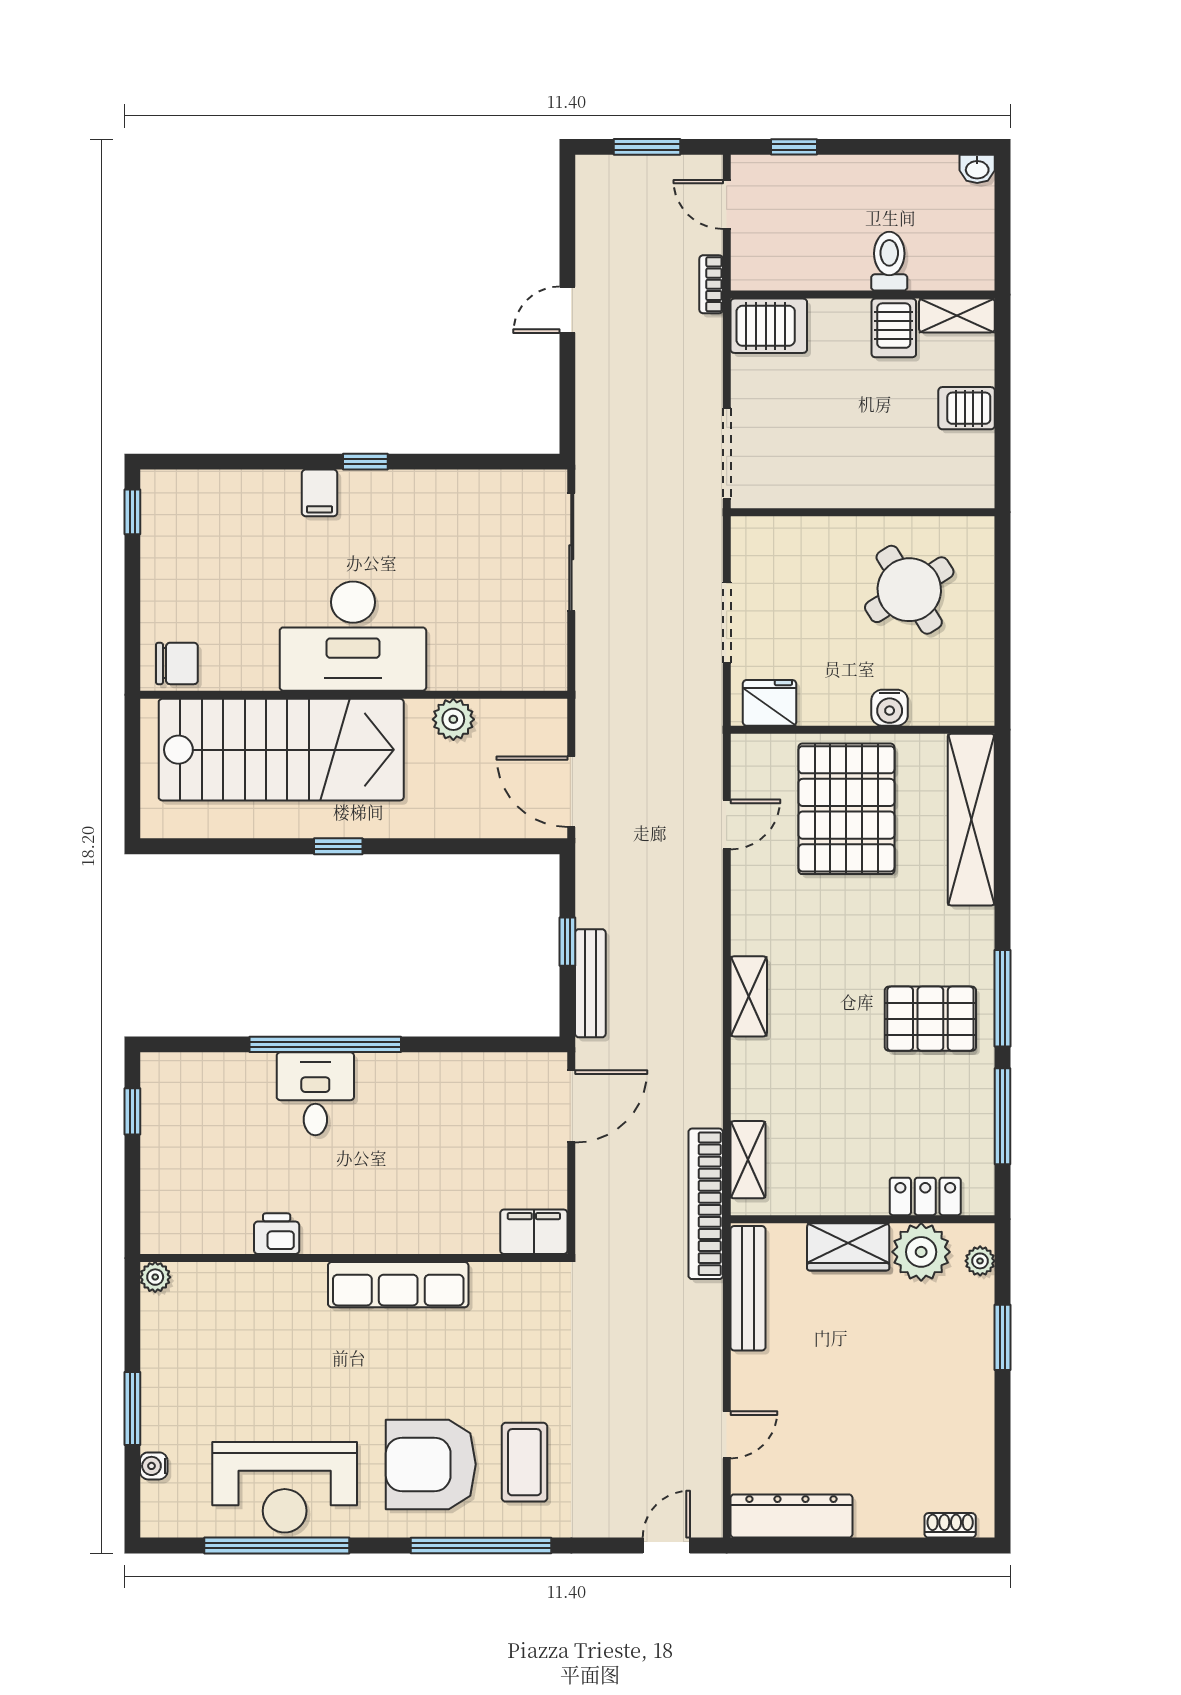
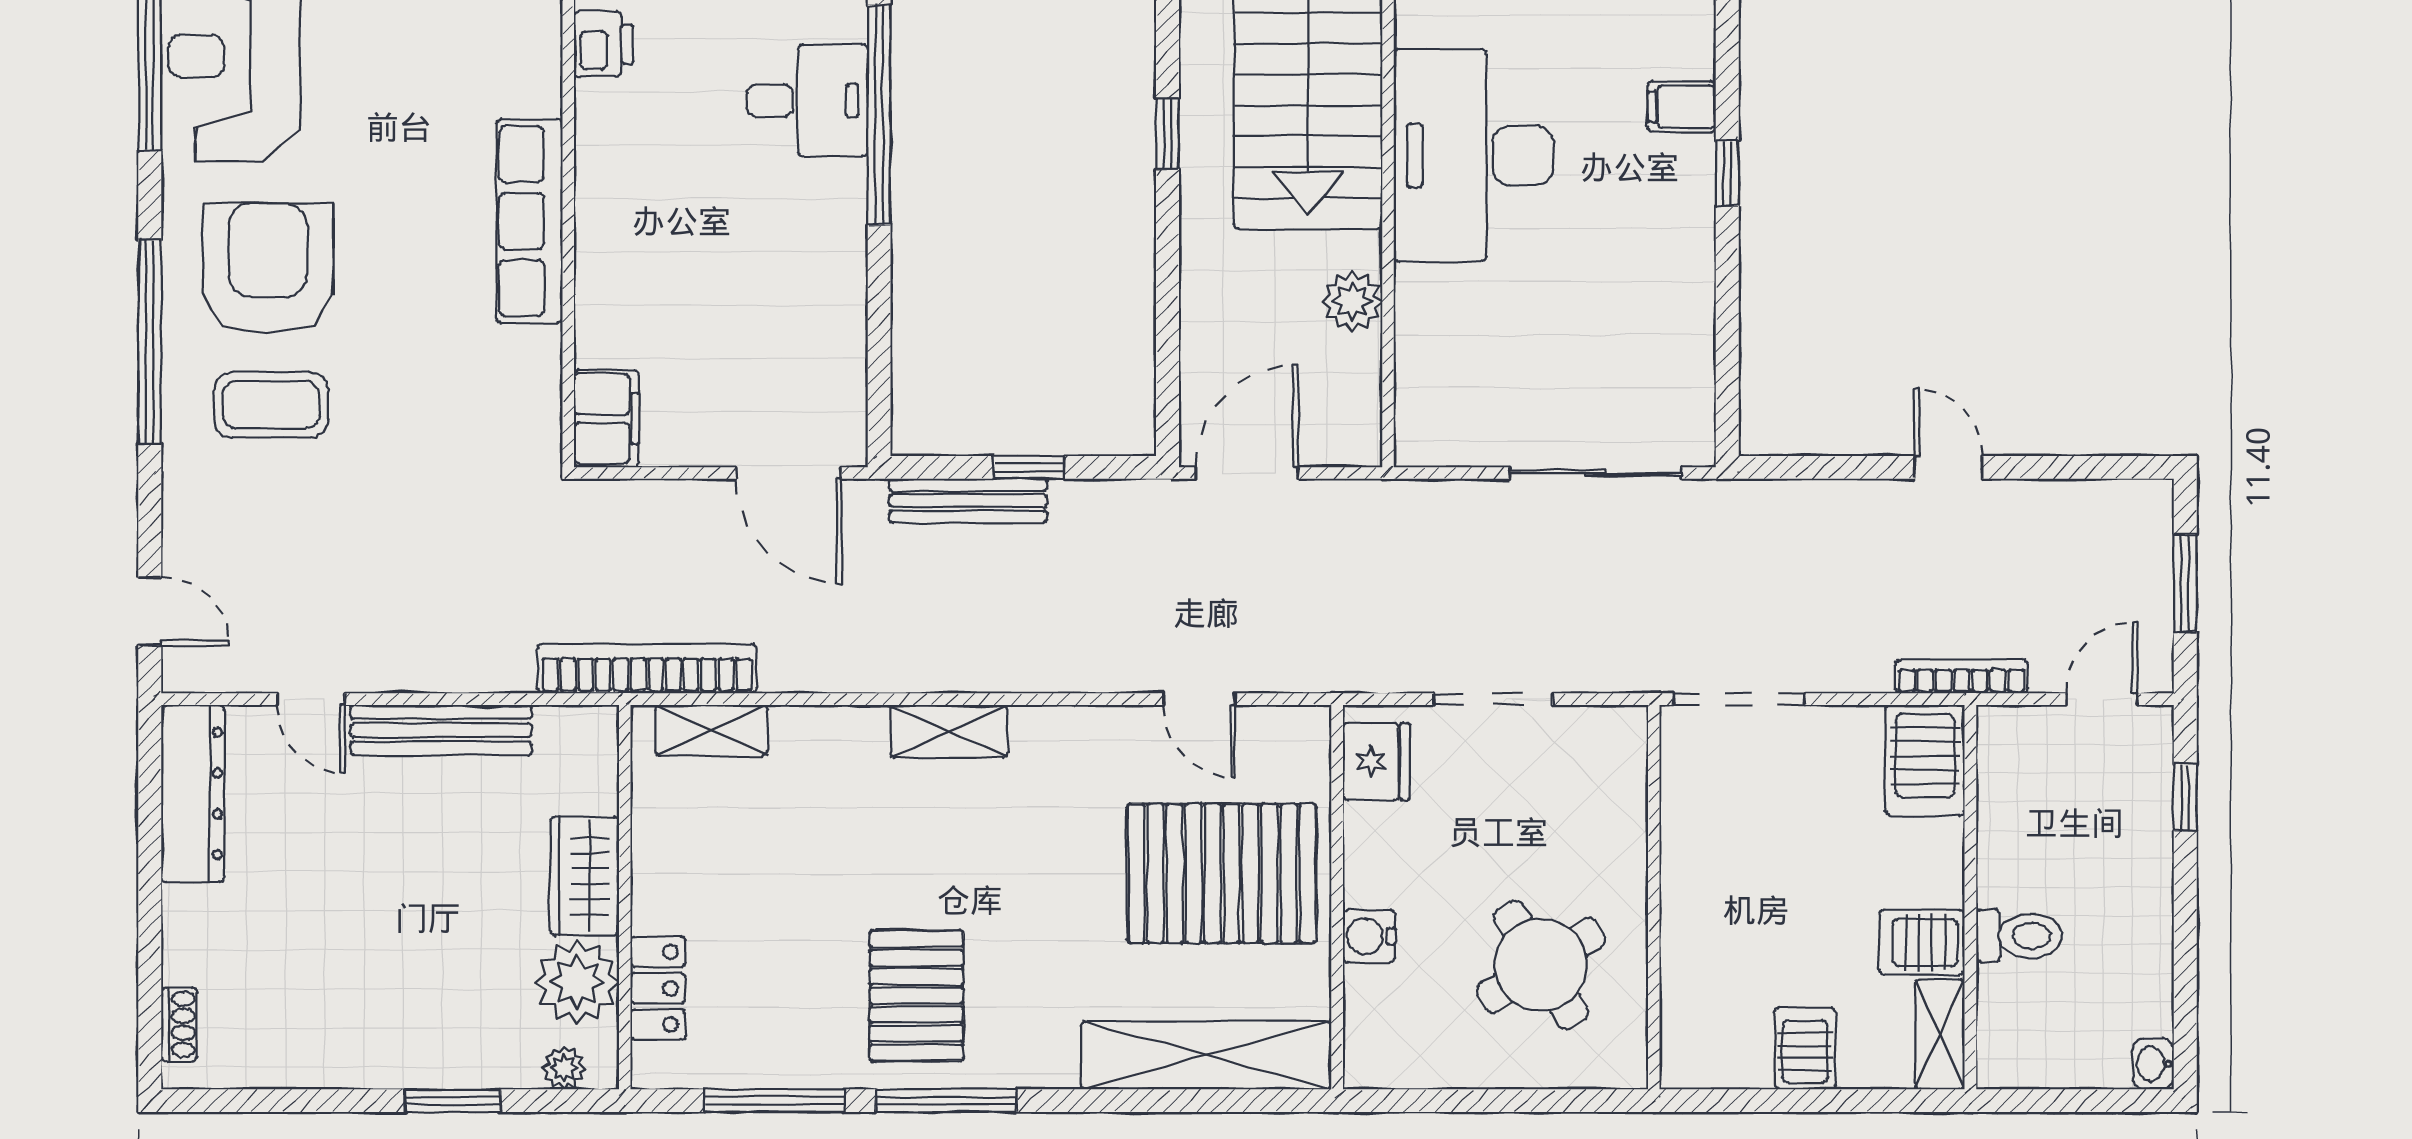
bookcase: (711, 284) -> (1962, 677), width x1.56
bench: (748, 1288) -> (441, 730), moved

